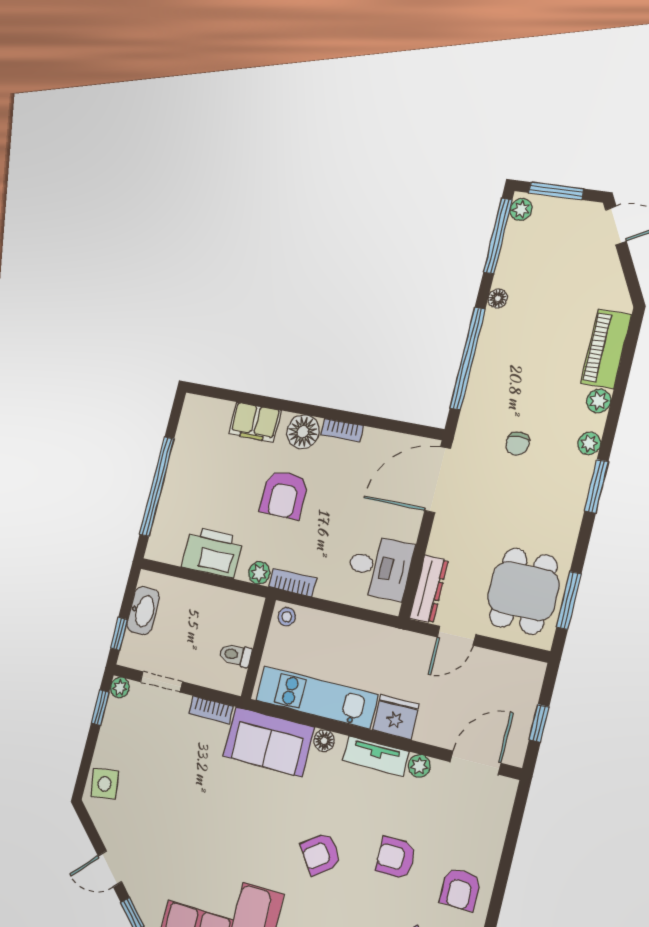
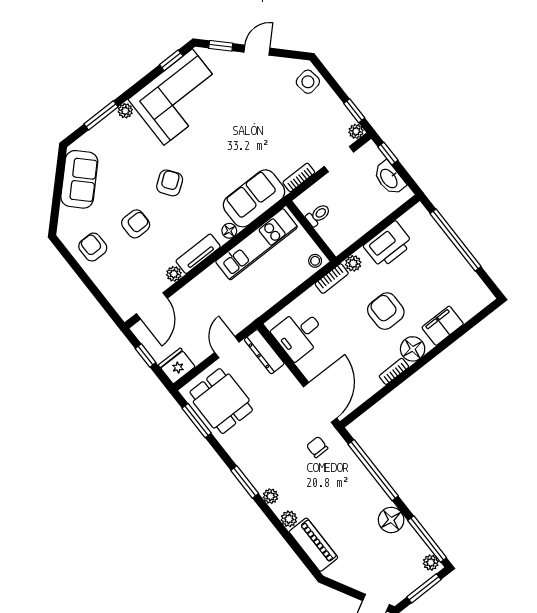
floor lamp: (498, 299) -> (391, 520), width x1.89, depth x1.89
chair: (517, 444) -> (317, 447), moved
fridge: (396, 717) -> (177, 366), moved, turned 180

